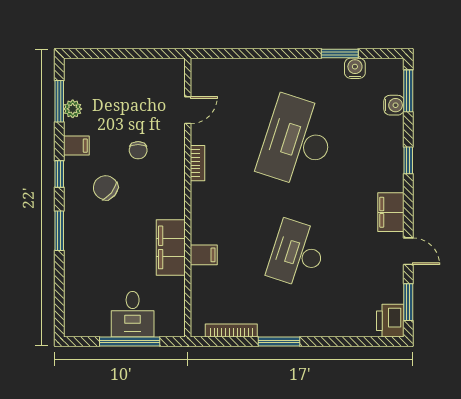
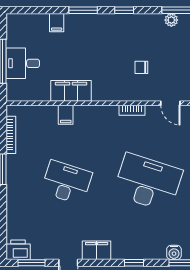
filing cabinet: (76, 146) -> (57, 23), moved
chair: (106, 188) -> (114, 44), removed

